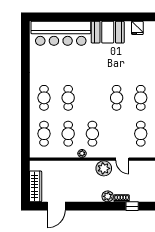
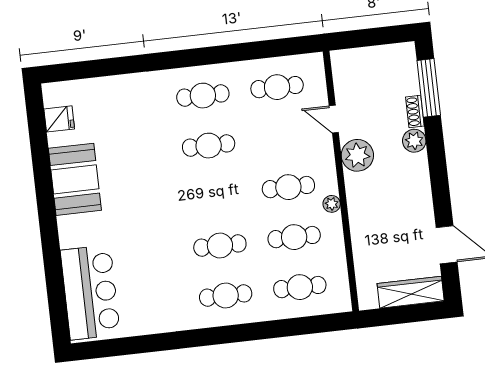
bar counter: (61, 33) -> (90, 292), width x0.73
door: (122, 159) -> (334, 119), swing flipped
window: (132, 206) -> (429, 88), width x2.17

